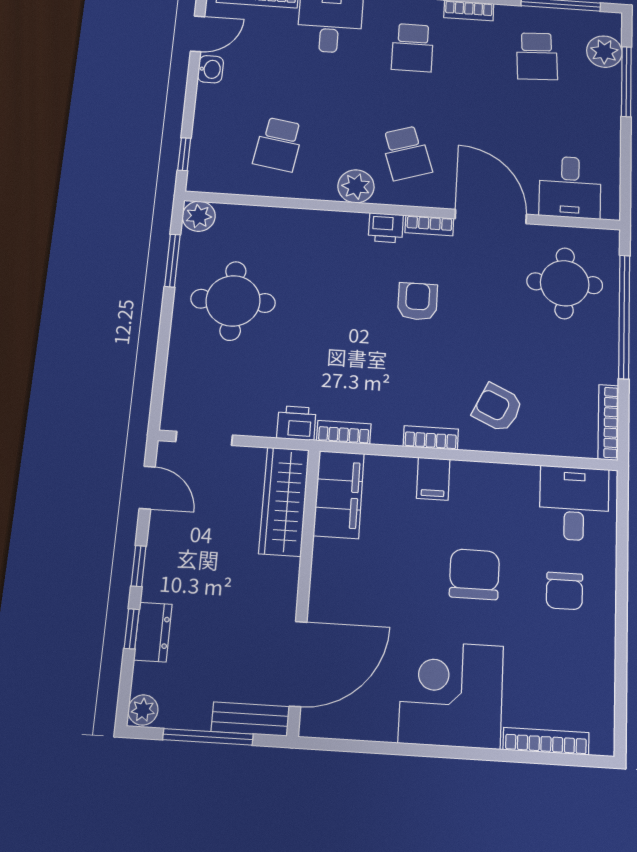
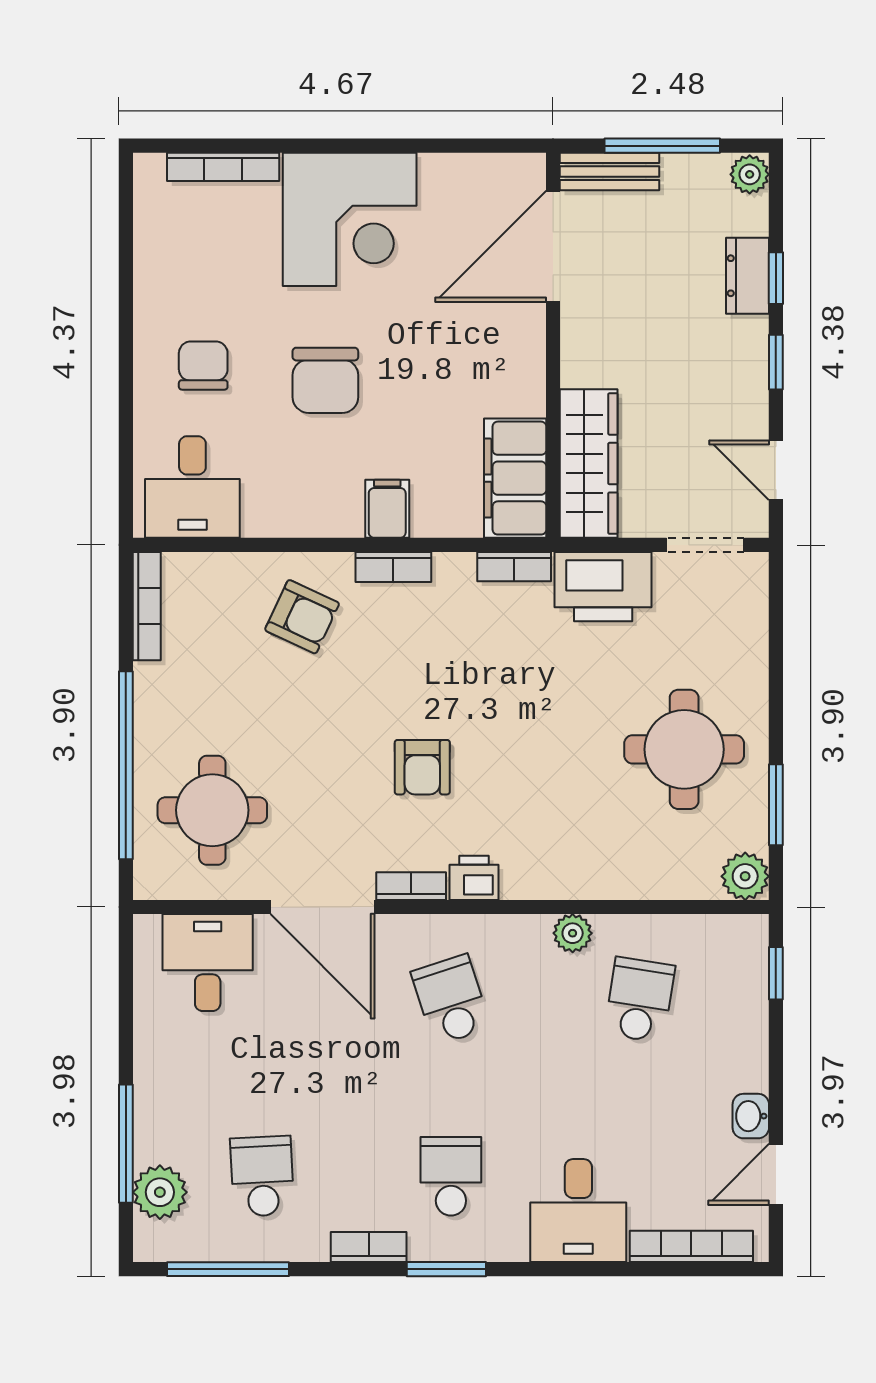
plant: (356, 186) -> (573, 933), moved, width x0.73, depth x0.73
printer: (296, 423) -> (603, 587), width x1.87, depth x1.48

